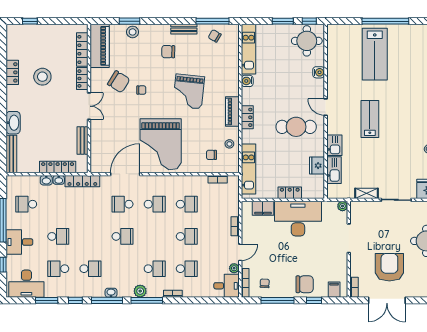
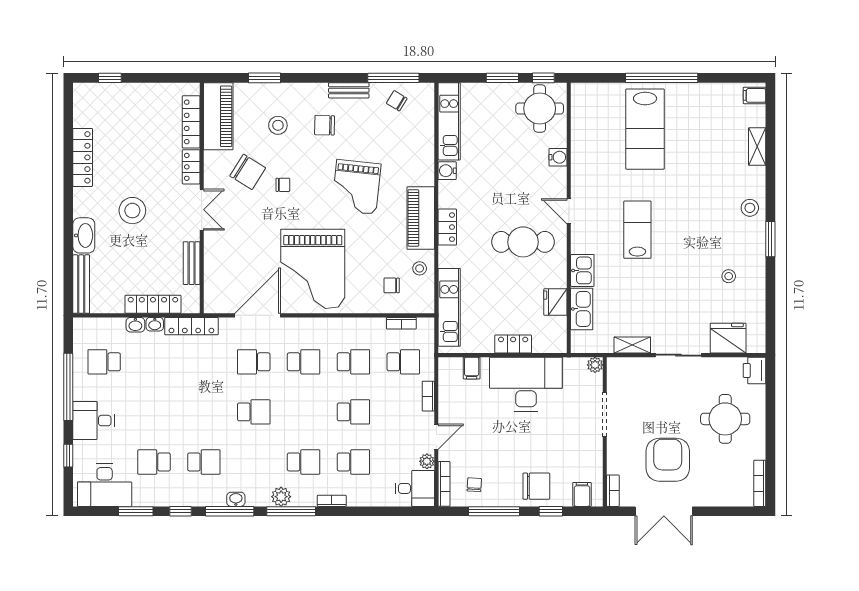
stool: (133, 32) -> (278, 125), moved
locker: (12, 72) -> (83, 157), width x1.53
stool: (42, 77) -> (132, 211), moved
piano: (232, 111) -> (421, 218), width x1.37, depth x1.33
filing cabinet: (263, 208) -> (472, 368), width x0.50
school desk: (58, 236) -> (403, 362), moved

